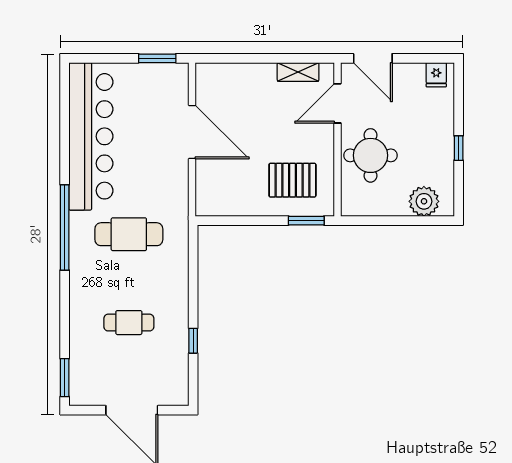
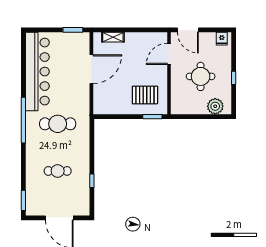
shelving: (298, 72) -> (113, 37), moved
door: (192, 132) -> (91, 69), hinge flipped
round table: (371, 155) -> (201, 76), moved

